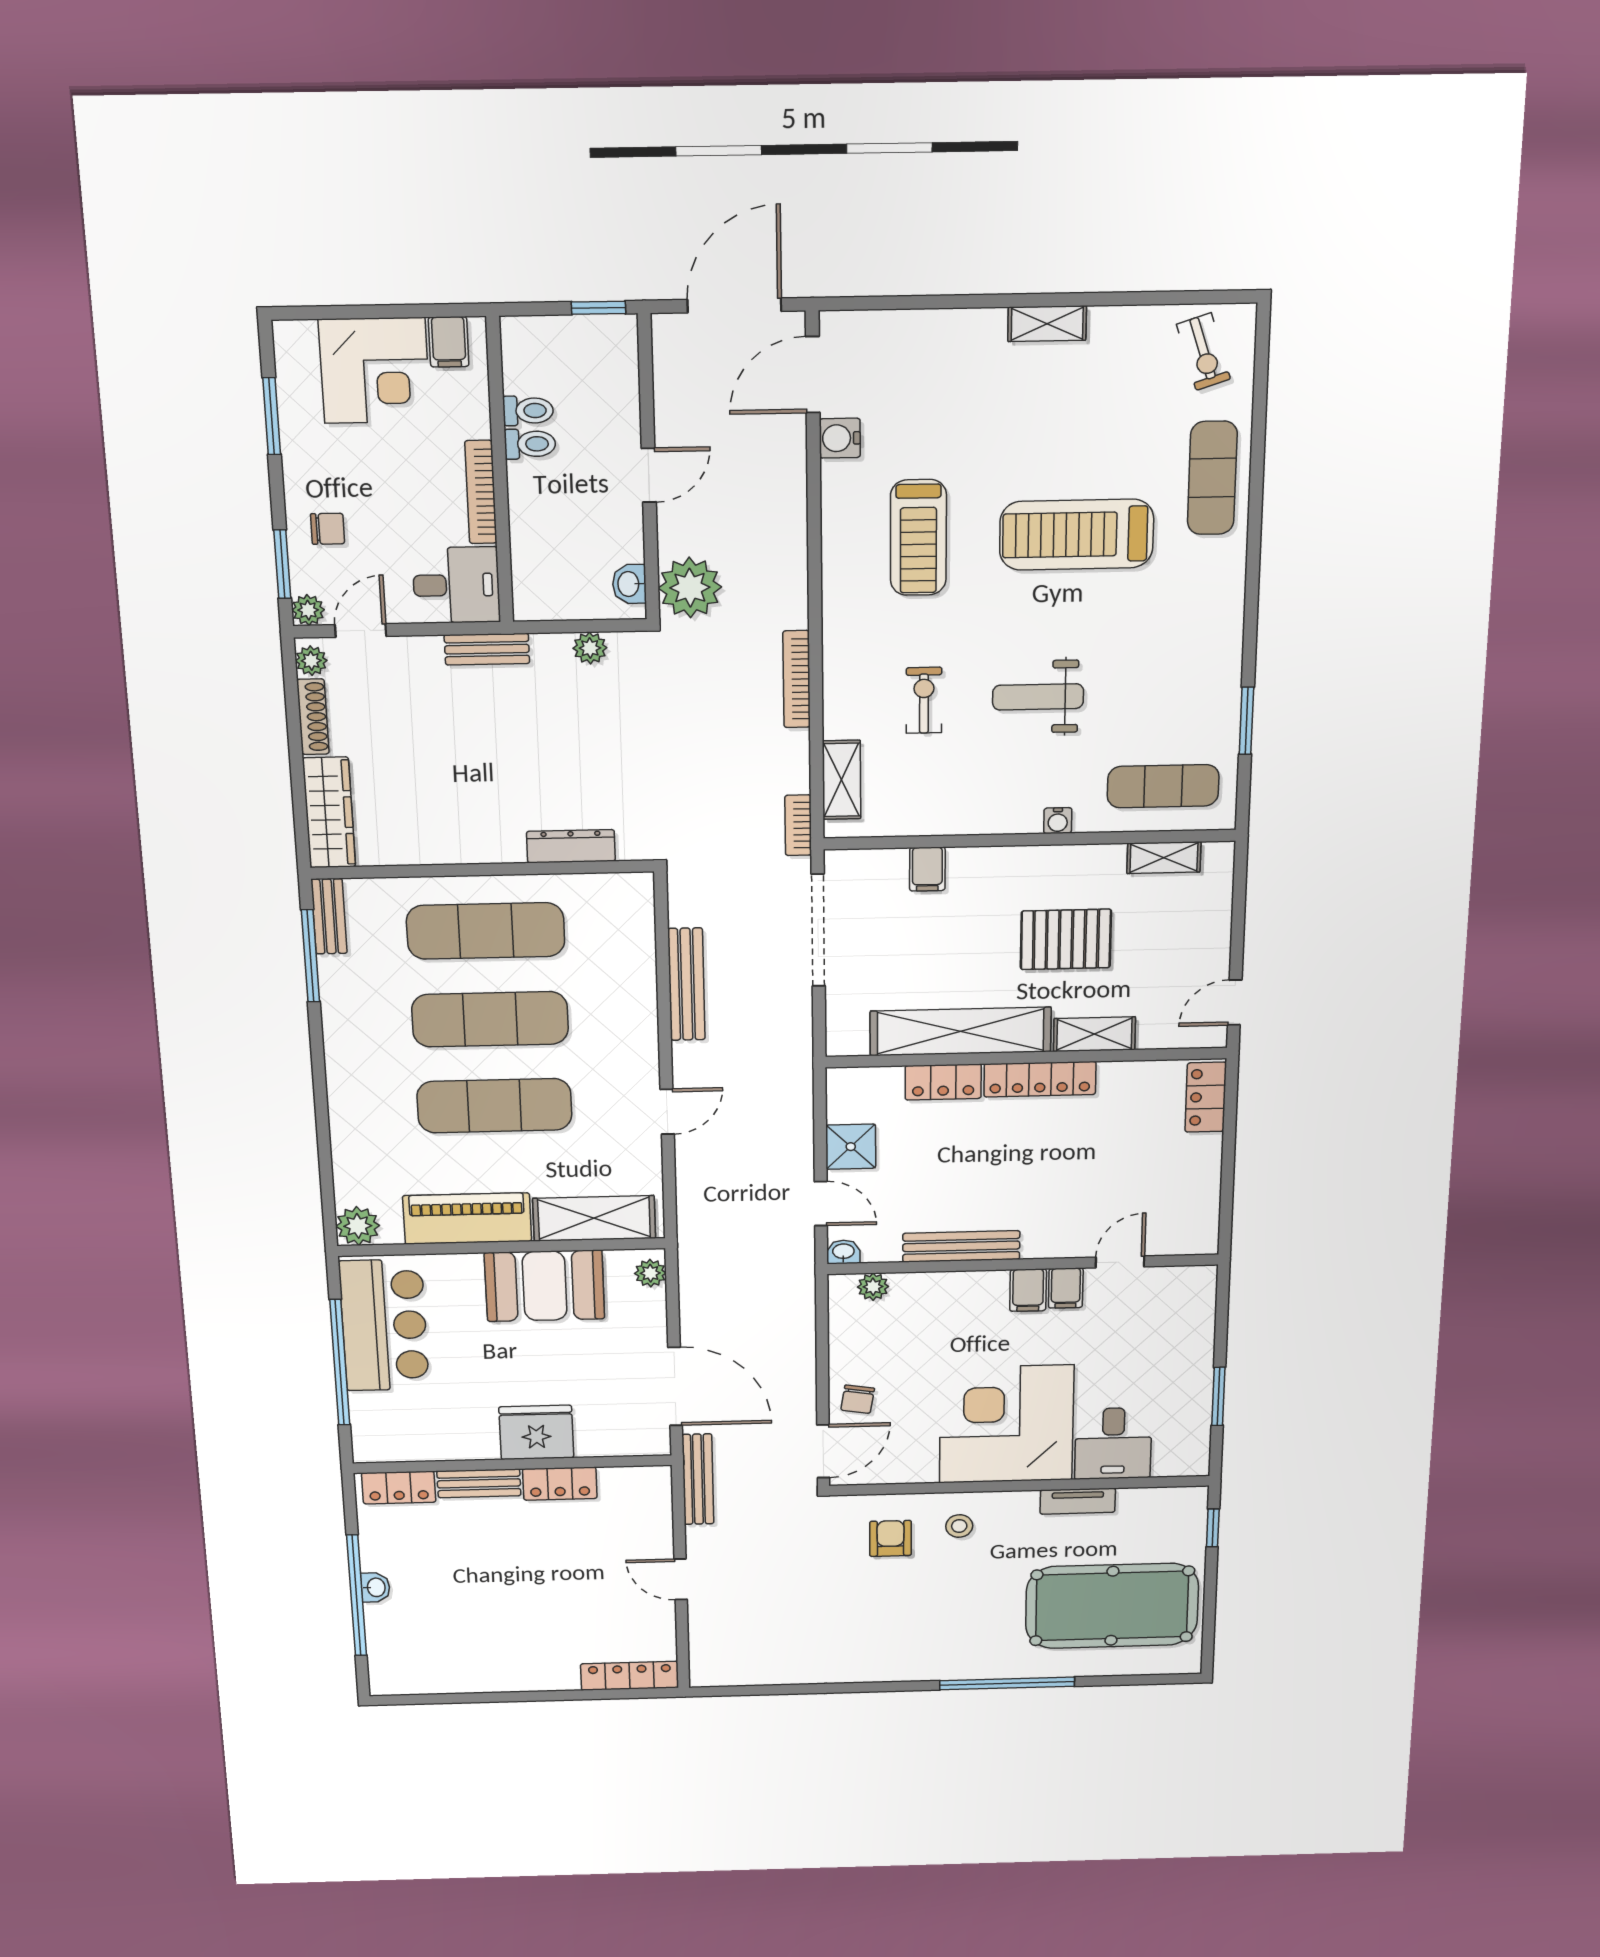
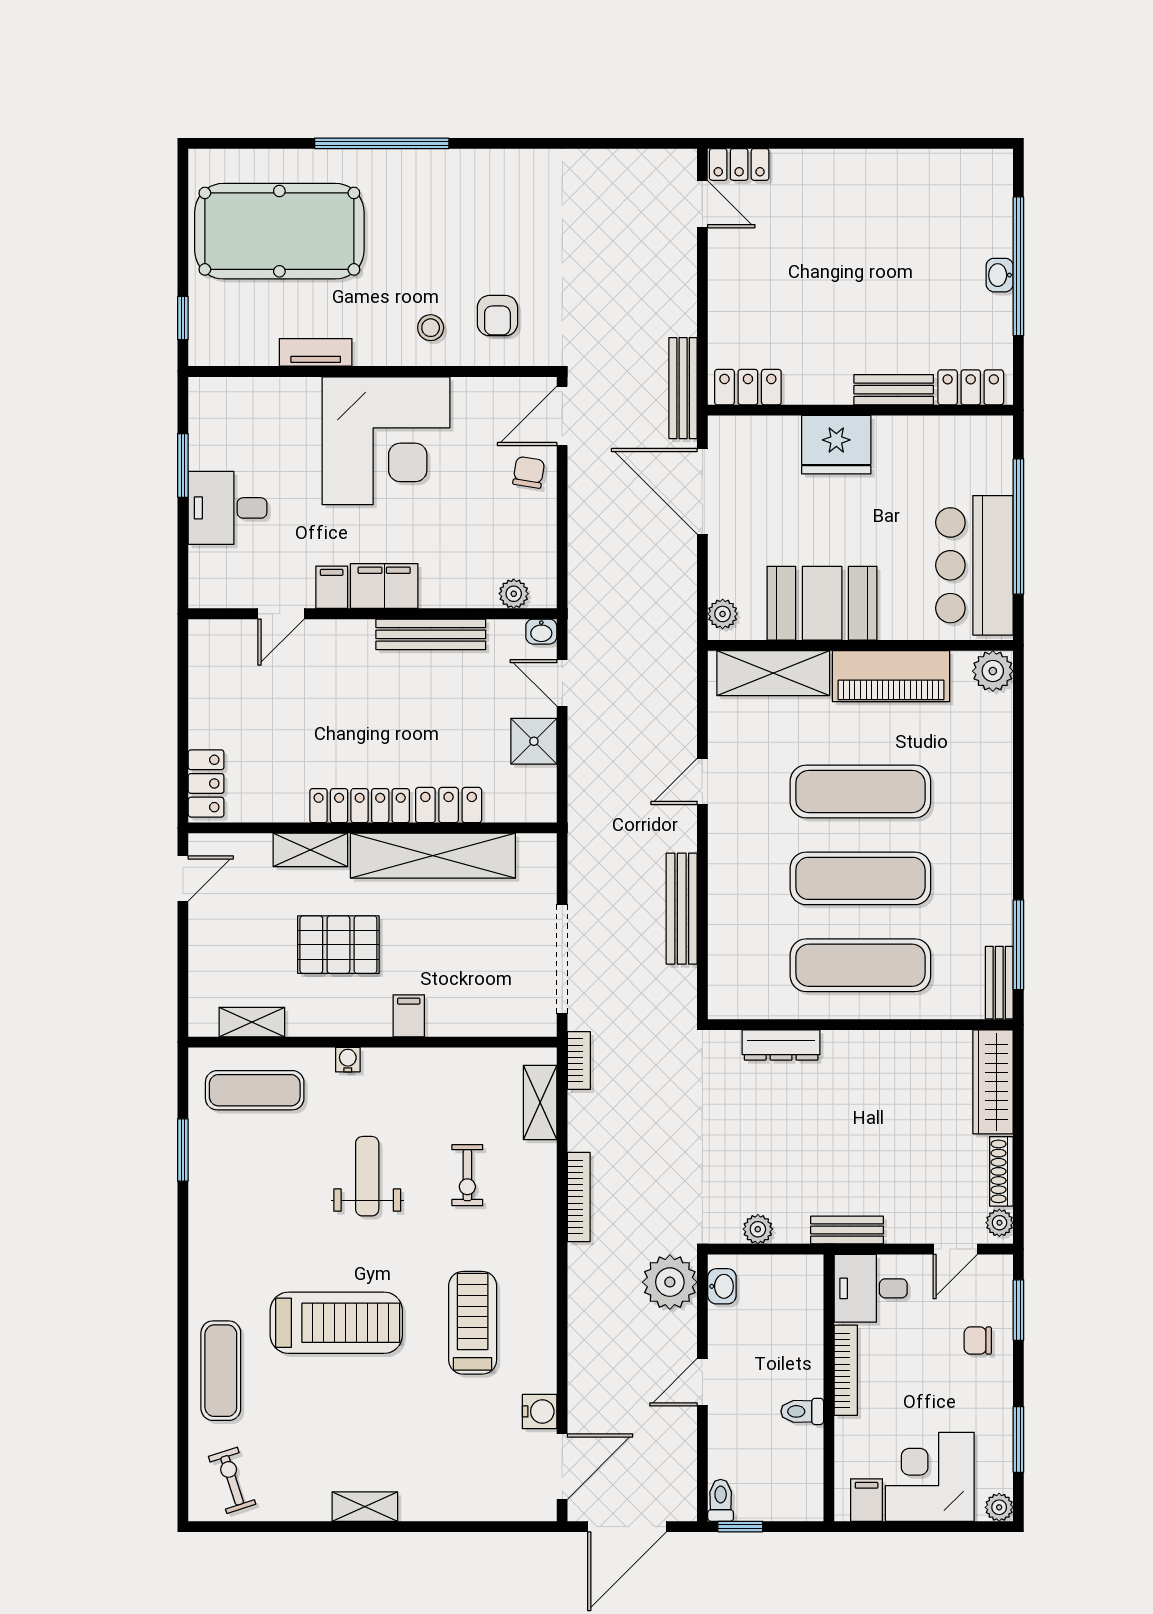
toilet: (528, 411) -> (721, 1500), moved, turned 90
plant: (308, 610) -> (999, 1507), moved
weight bench: (1038, 697) -> (367, 1176), turned -90
filing cabinet: (927, 869) -> (409, 1016), moved
filing cabinet: (1028, 1290) -> (384, 586), width x2.00
desk: (1113, 1443) -> (228, 508), moved, turned -90
locker: (560, 1484) -> (748, 387), moved
door: (681, 1579) -> (702, 204), moved
locker: (630, 1676) -> (739, 164), width x0.66

